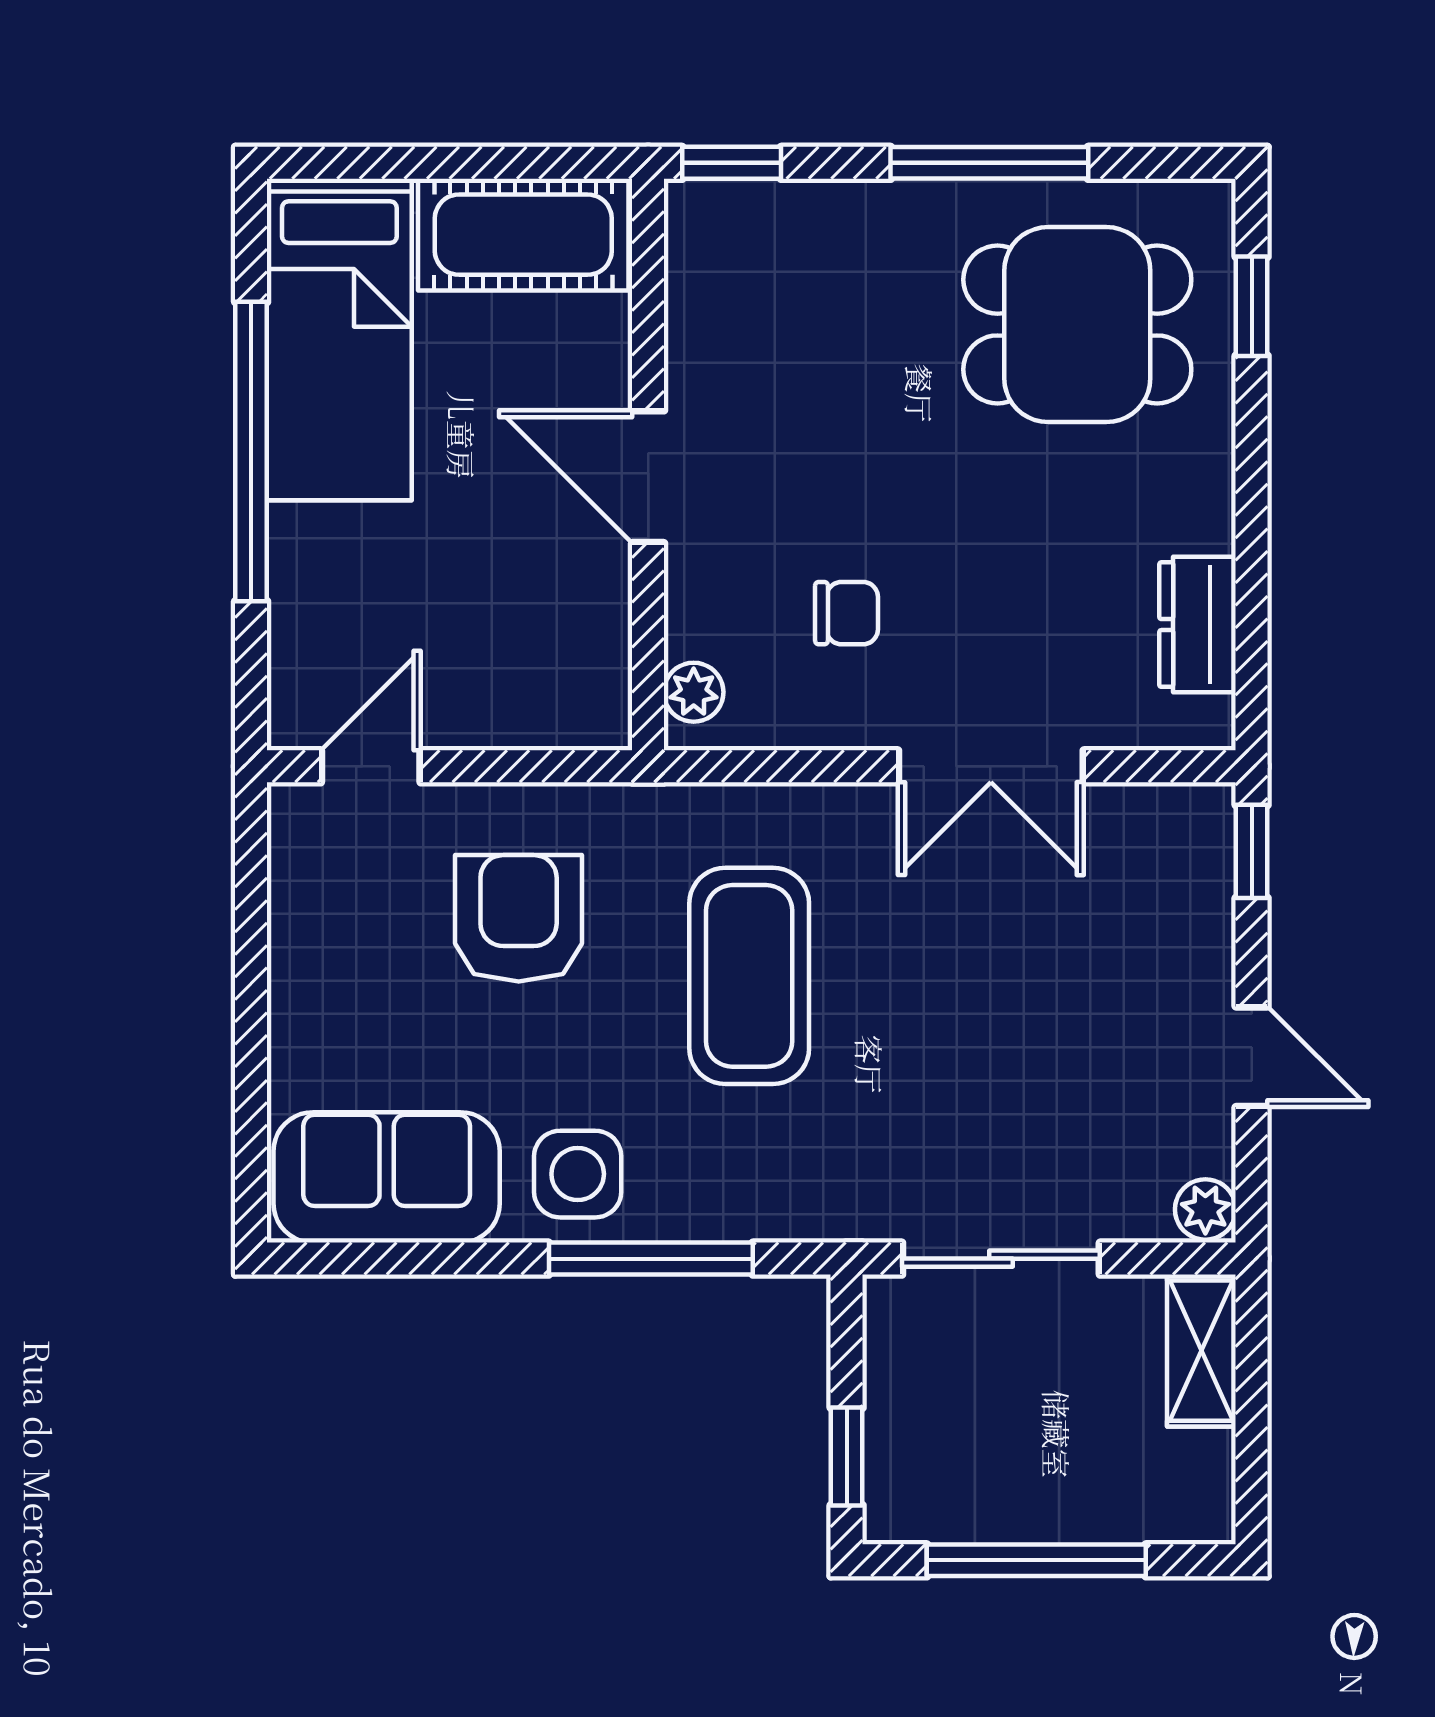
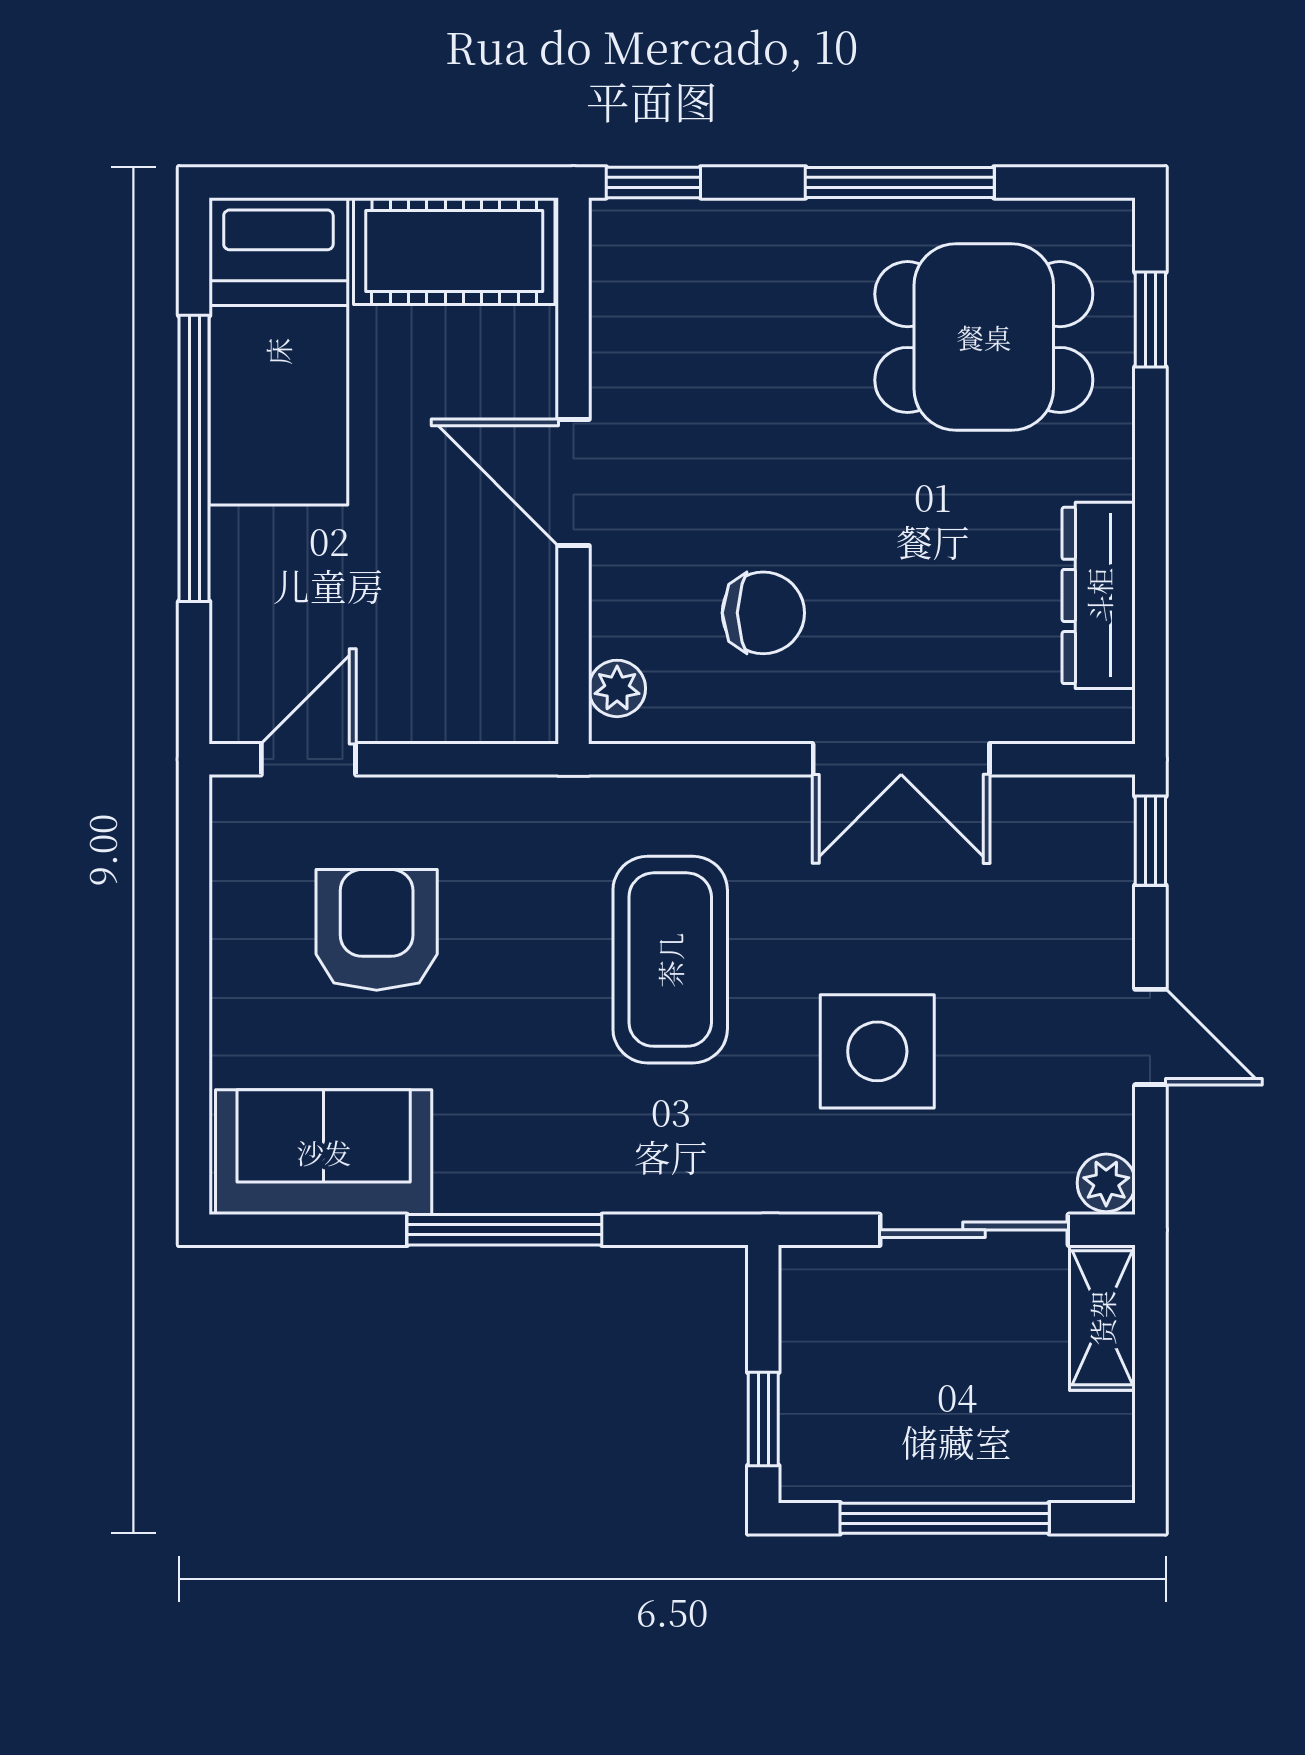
chair: (847, 613) -> (763, 613), width x1.37, depth x1.37
dresser: (1198, 625) -> (1099, 595), width x1.44
armchair: (519, 918) -> (377, 930), moved
side table: (578, 1174) -> (877, 1051), moved, width x1.37, depth x1.37
window: (651, 1259) -> (504, 1230), moved
sliding door: (1001, 1259) -> (974, 1230), moved

